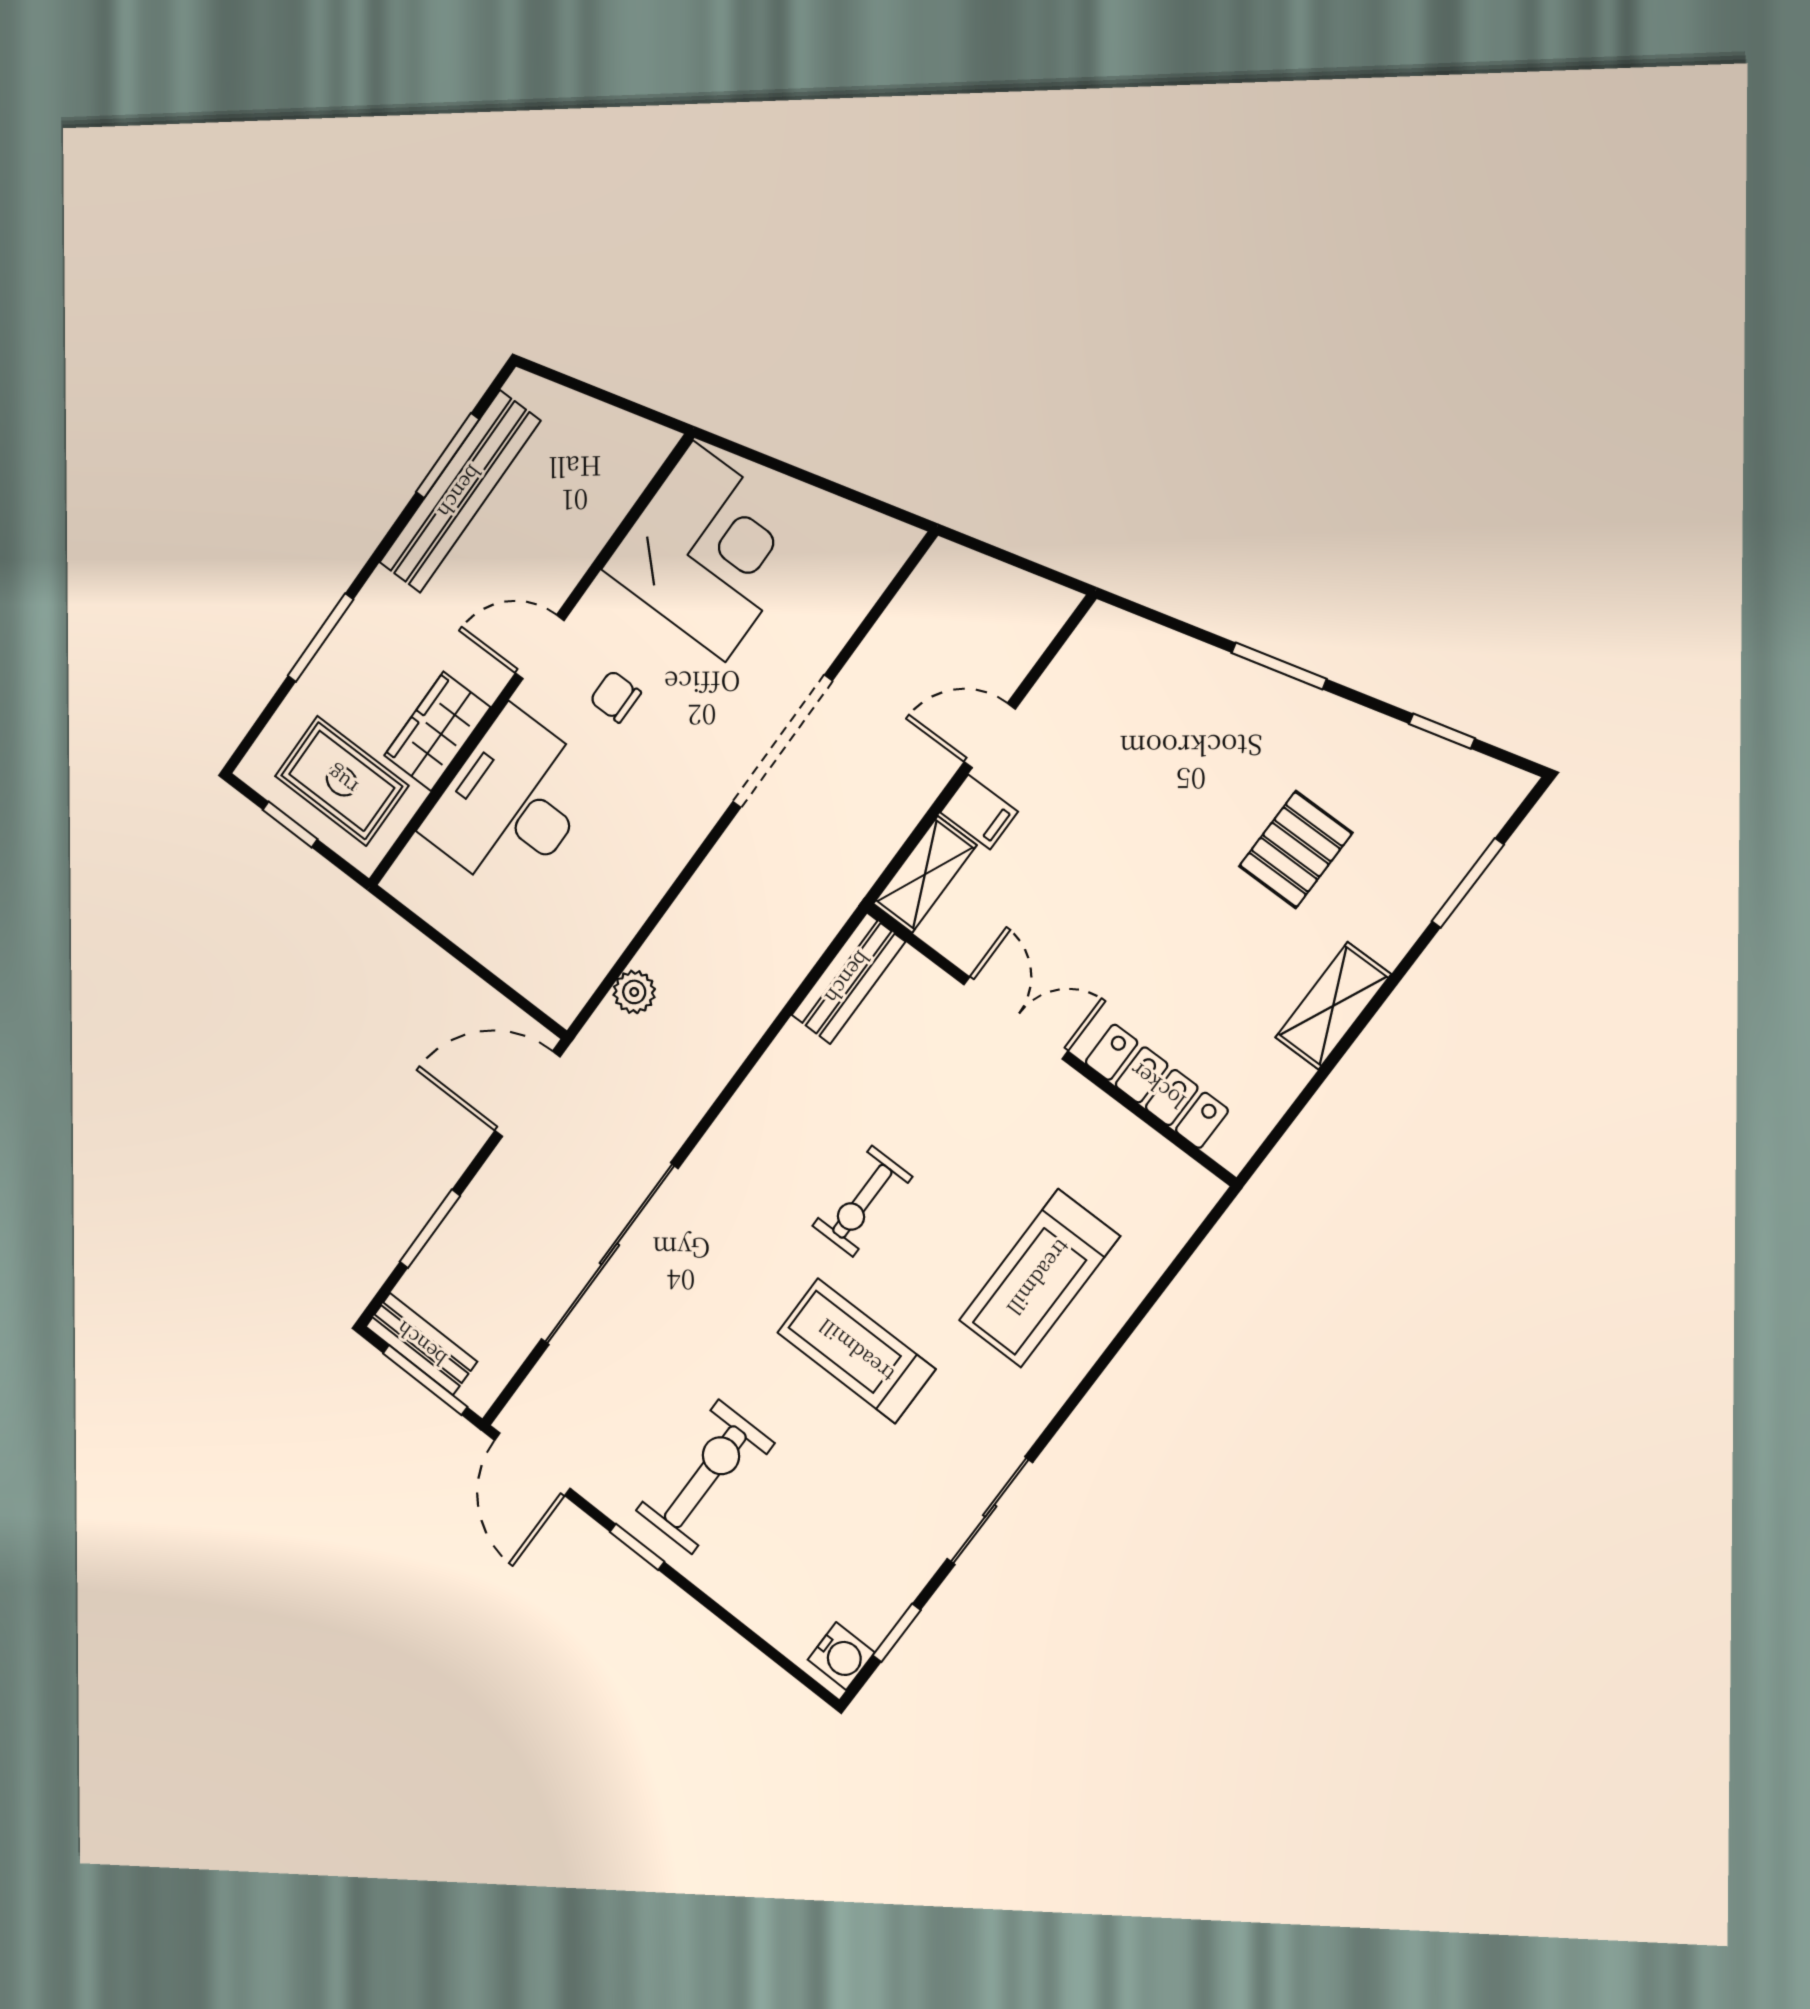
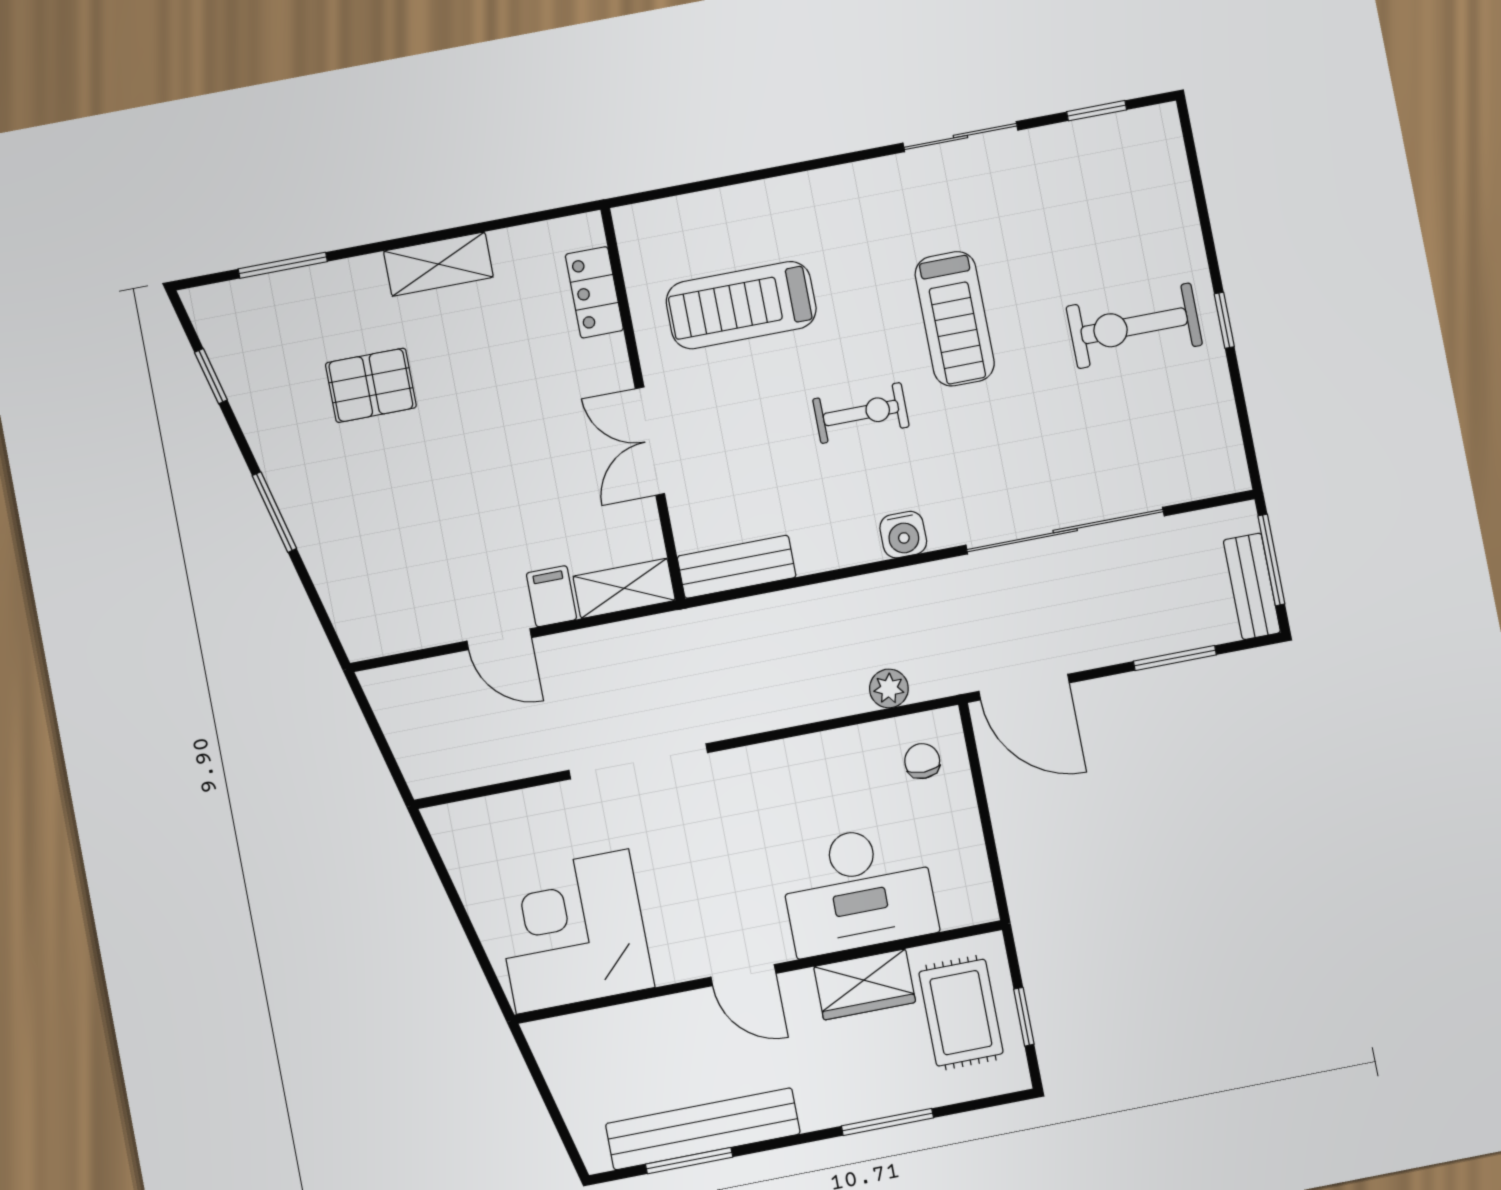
chair: (615, 697) -> (922, 761), moved, turned 180
locker: (1157, 1086) -> (594, 292), width x0.66
treadmill: (1039, 1278) -> (741, 305), moved, turned 180
door: (532, 1464) -> (1247, 438), removed
water cooler: (841, 1656) -> (903, 535), moved, turned 180

